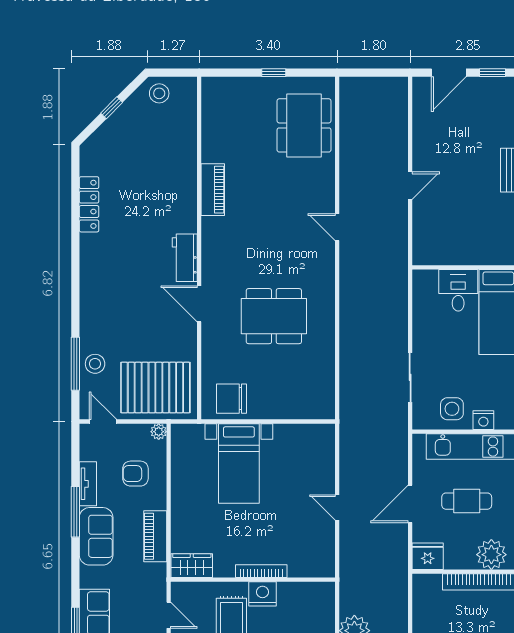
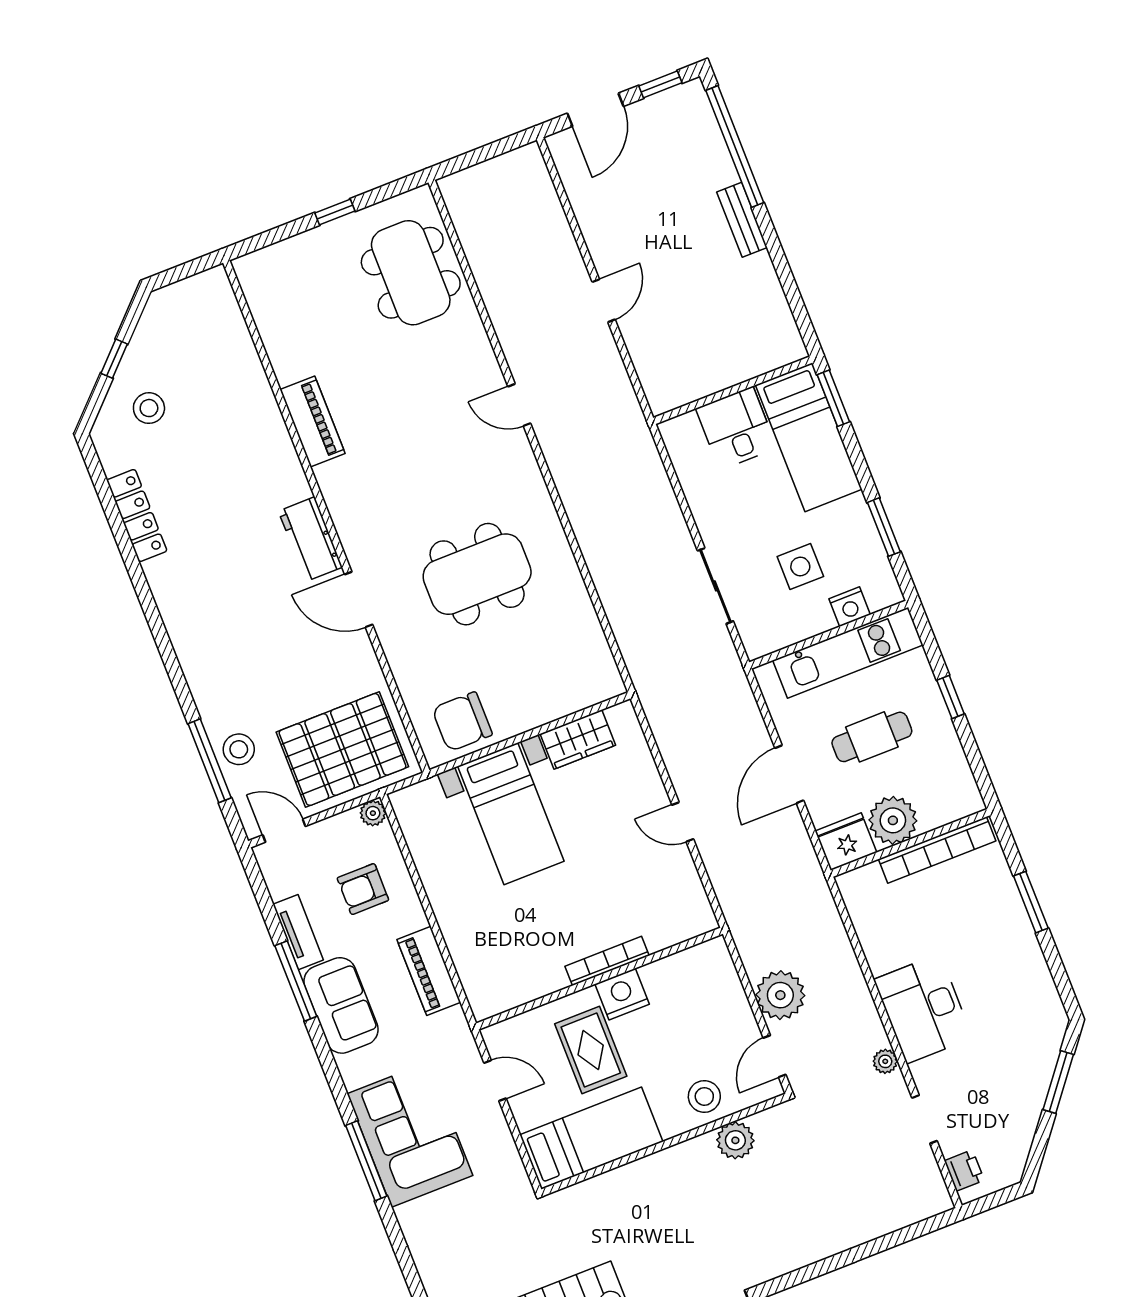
stool: (159, 93) -> (149, 408), moved
side table: (452, 409) -> (800, 567), moved
plant: (491, 555) -> (893, 820), moved
wardrobe: (192, 566) -> (578, 740), moved, turned 180

